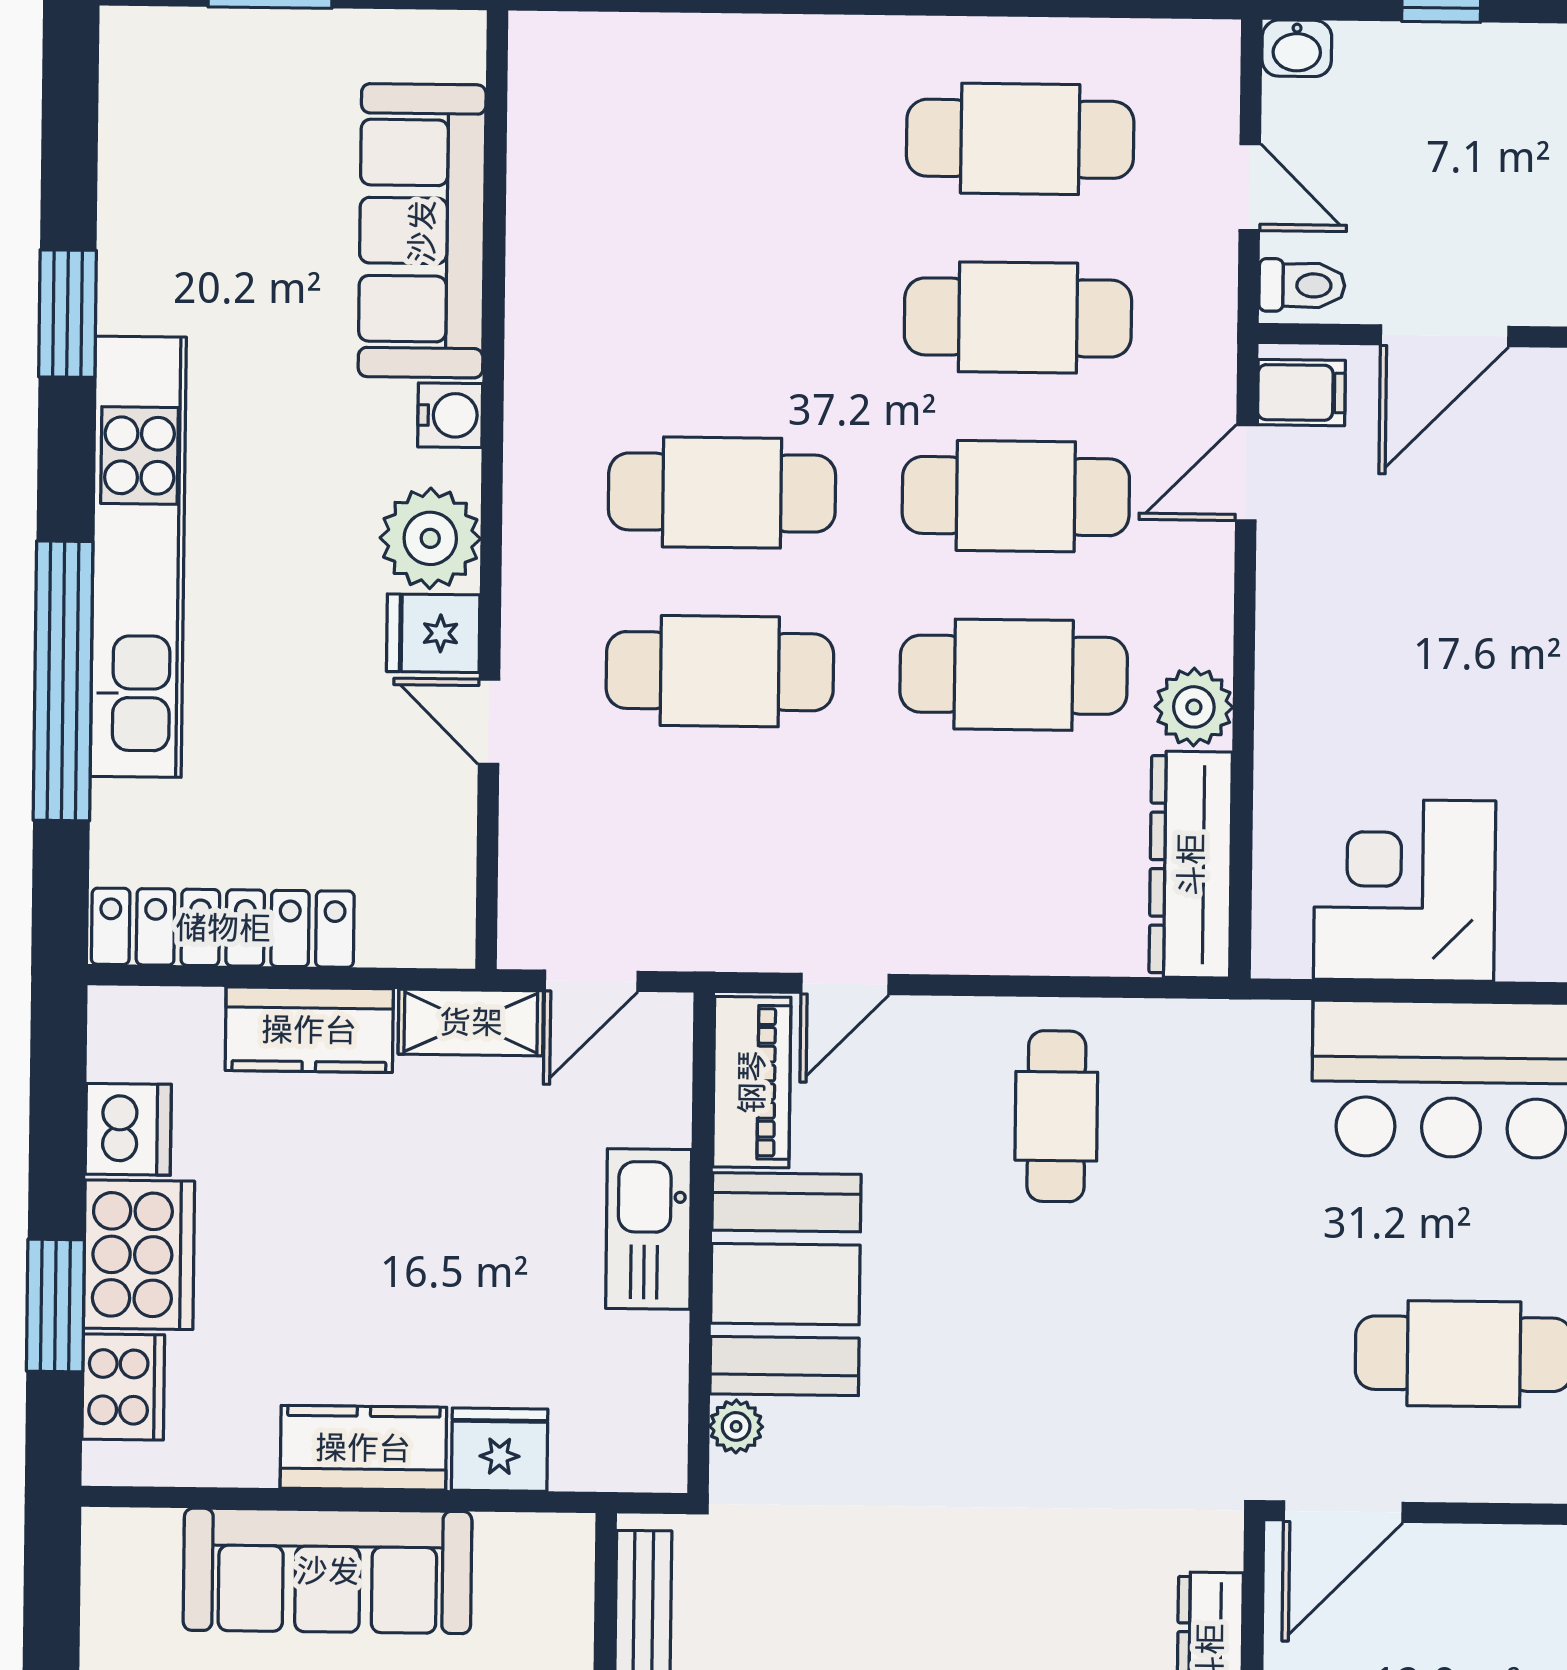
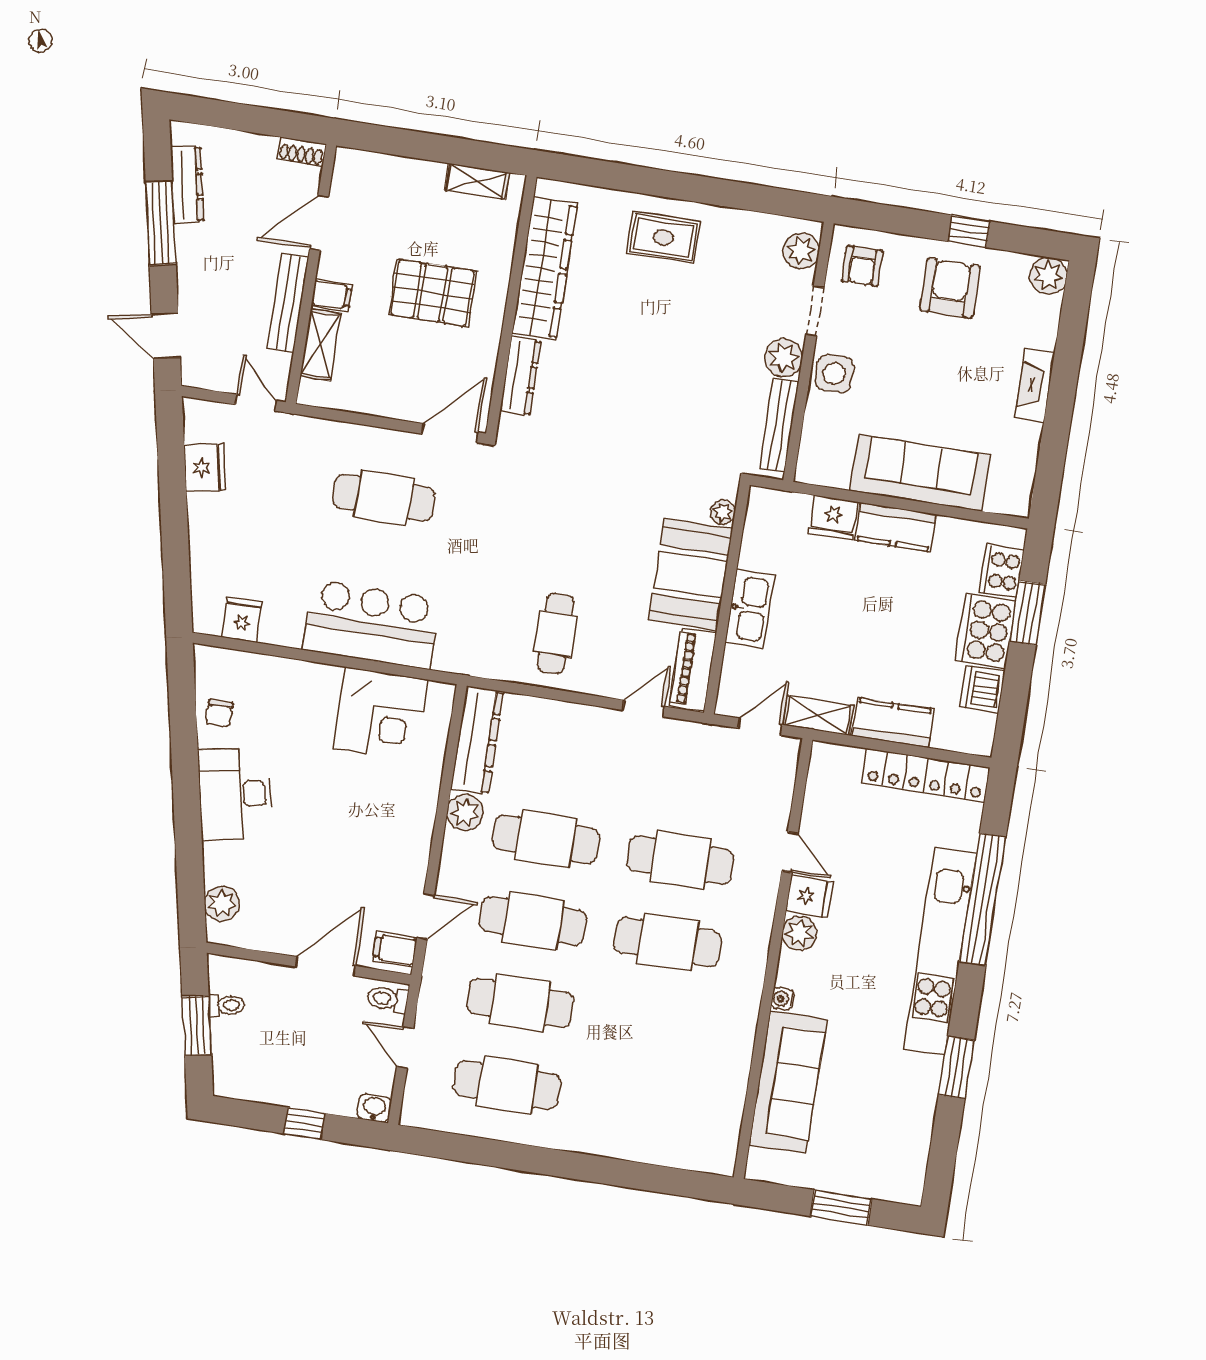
water cooler: (450, 415) -> (783, 999), width x0.72, depth x0.72
plant: (430, 538) -> (799, 933), width x0.73, depth x0.73

